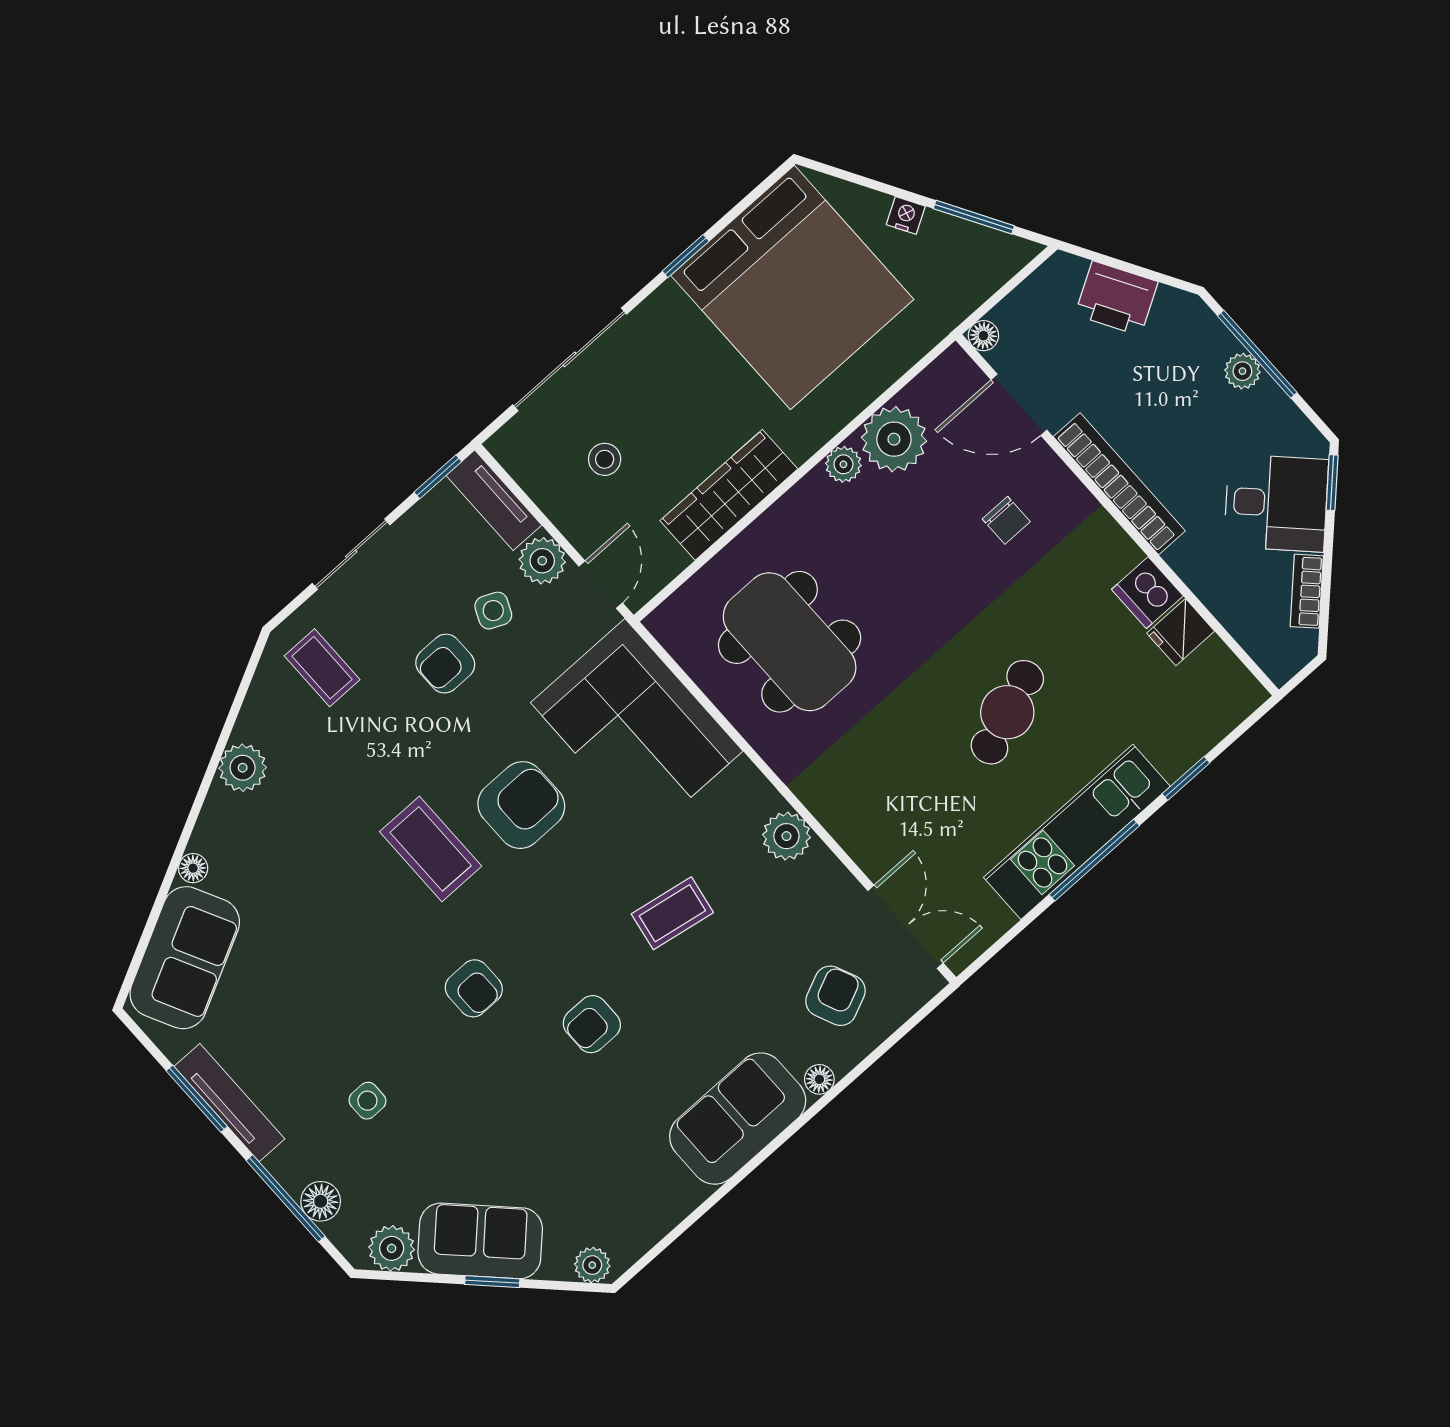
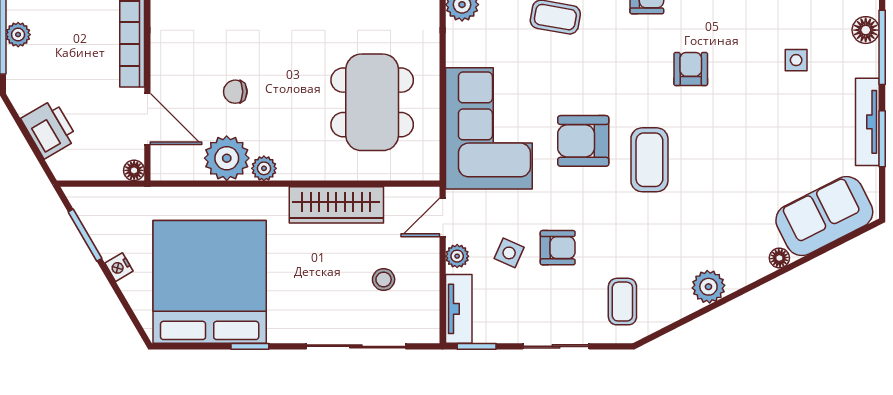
chair: (1006, 520) -> (235, 92), moved, turned -90
plant: (542, 561) -> (457, 256), width x0.73, depth x0.73

